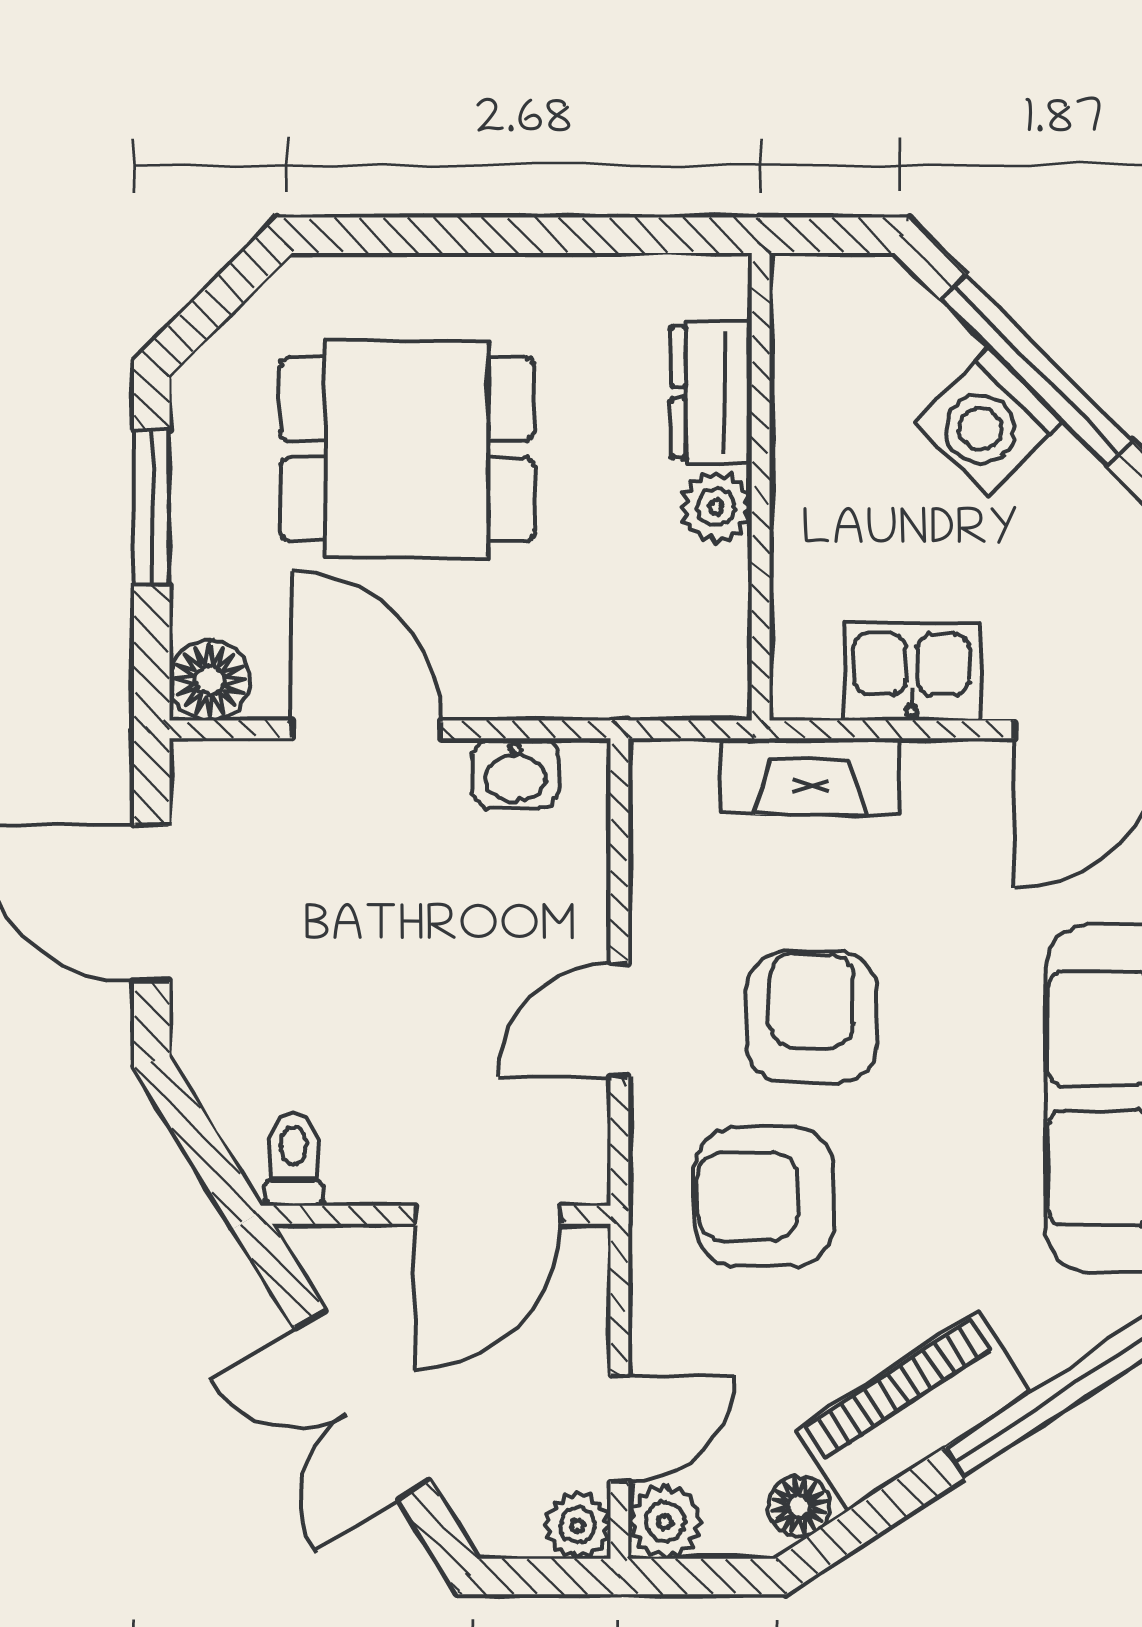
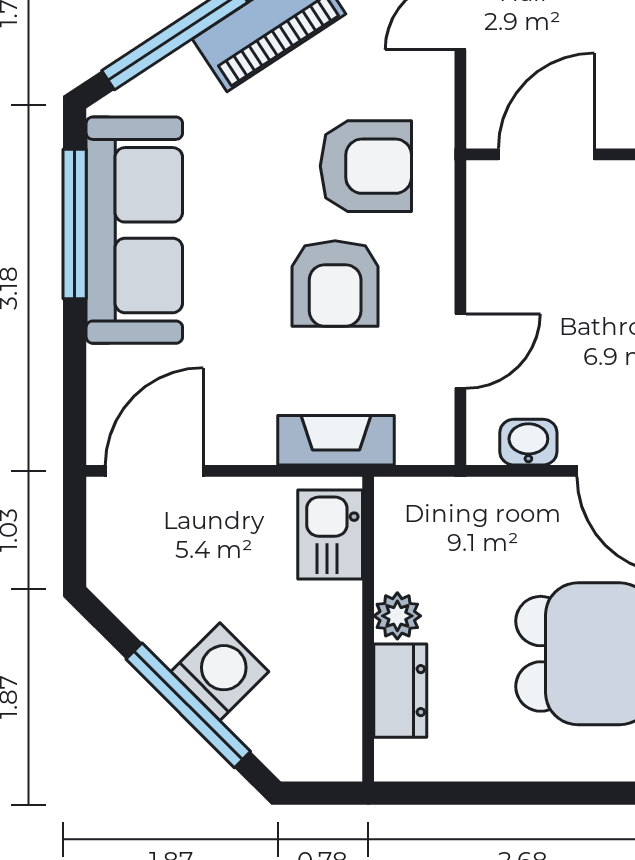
kitchen sink: (911, 671) -> (330, 534), moved, turned 90
door: (619, 1020) -> (460, 351), moved

